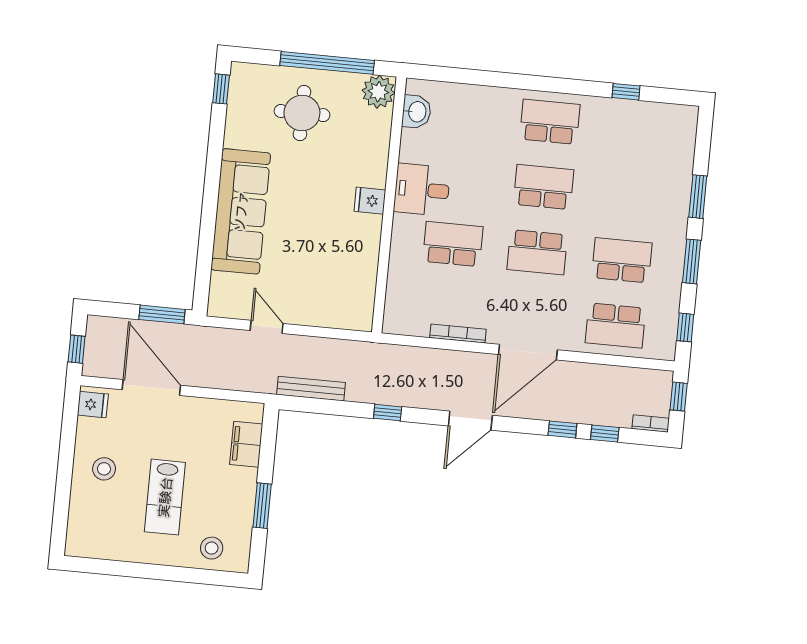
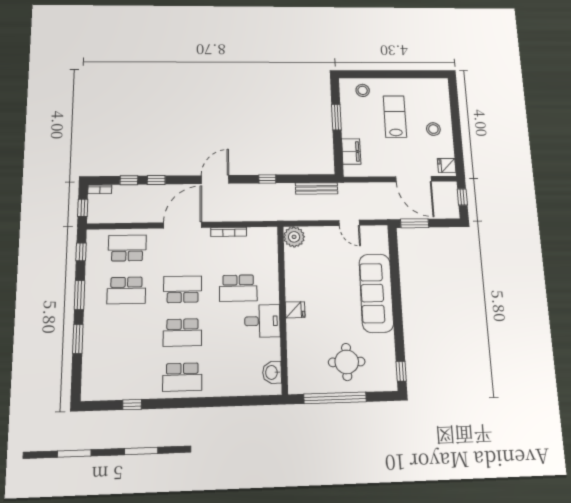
plant: (378, 92) -> (294, 237), moved

